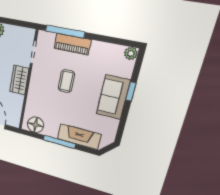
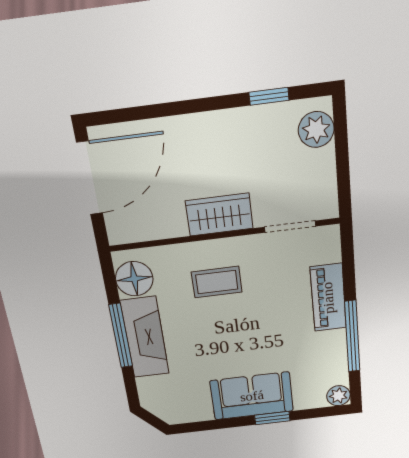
window: (65, 32) -> (352, 336), moved
coffee table: (66, 81) -> (217, 282), moved
fireplace: (79, 137) -> (145, 337), moved

